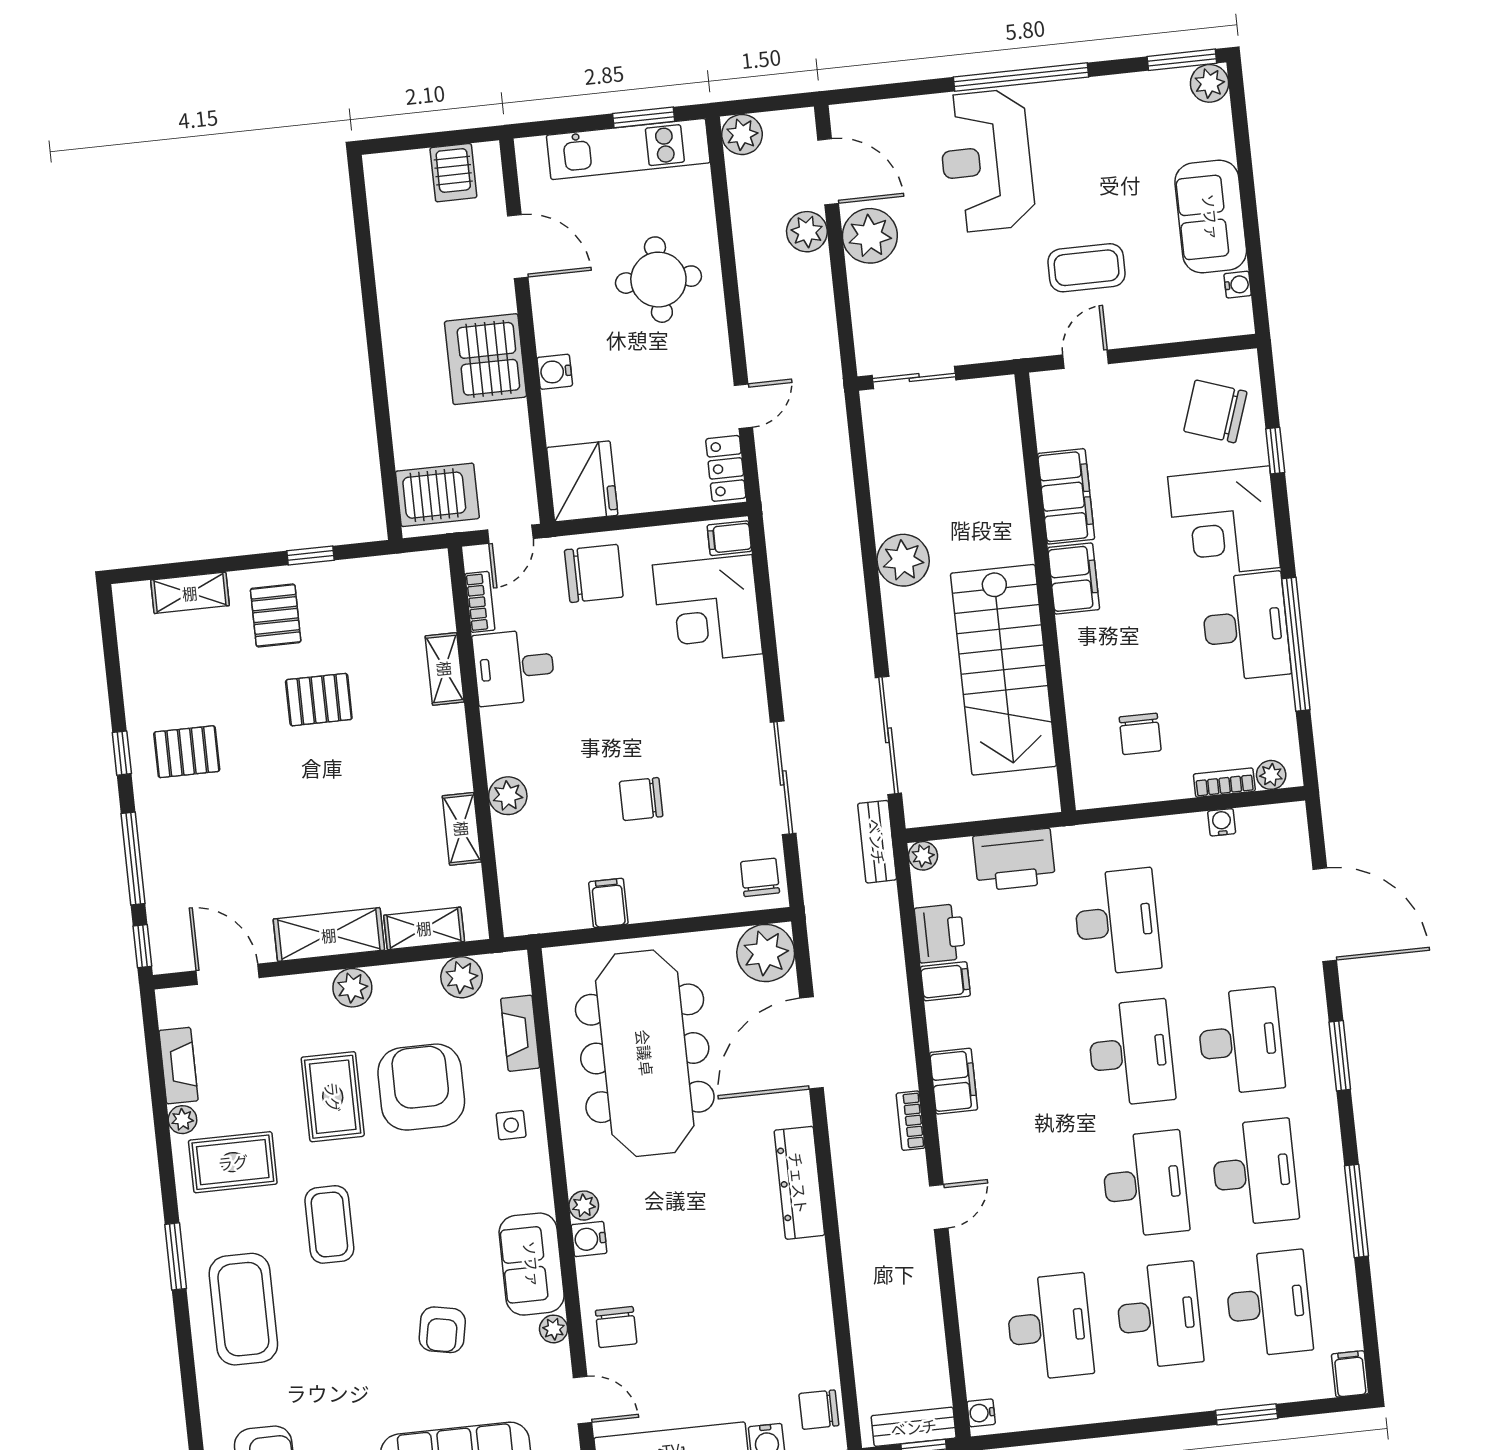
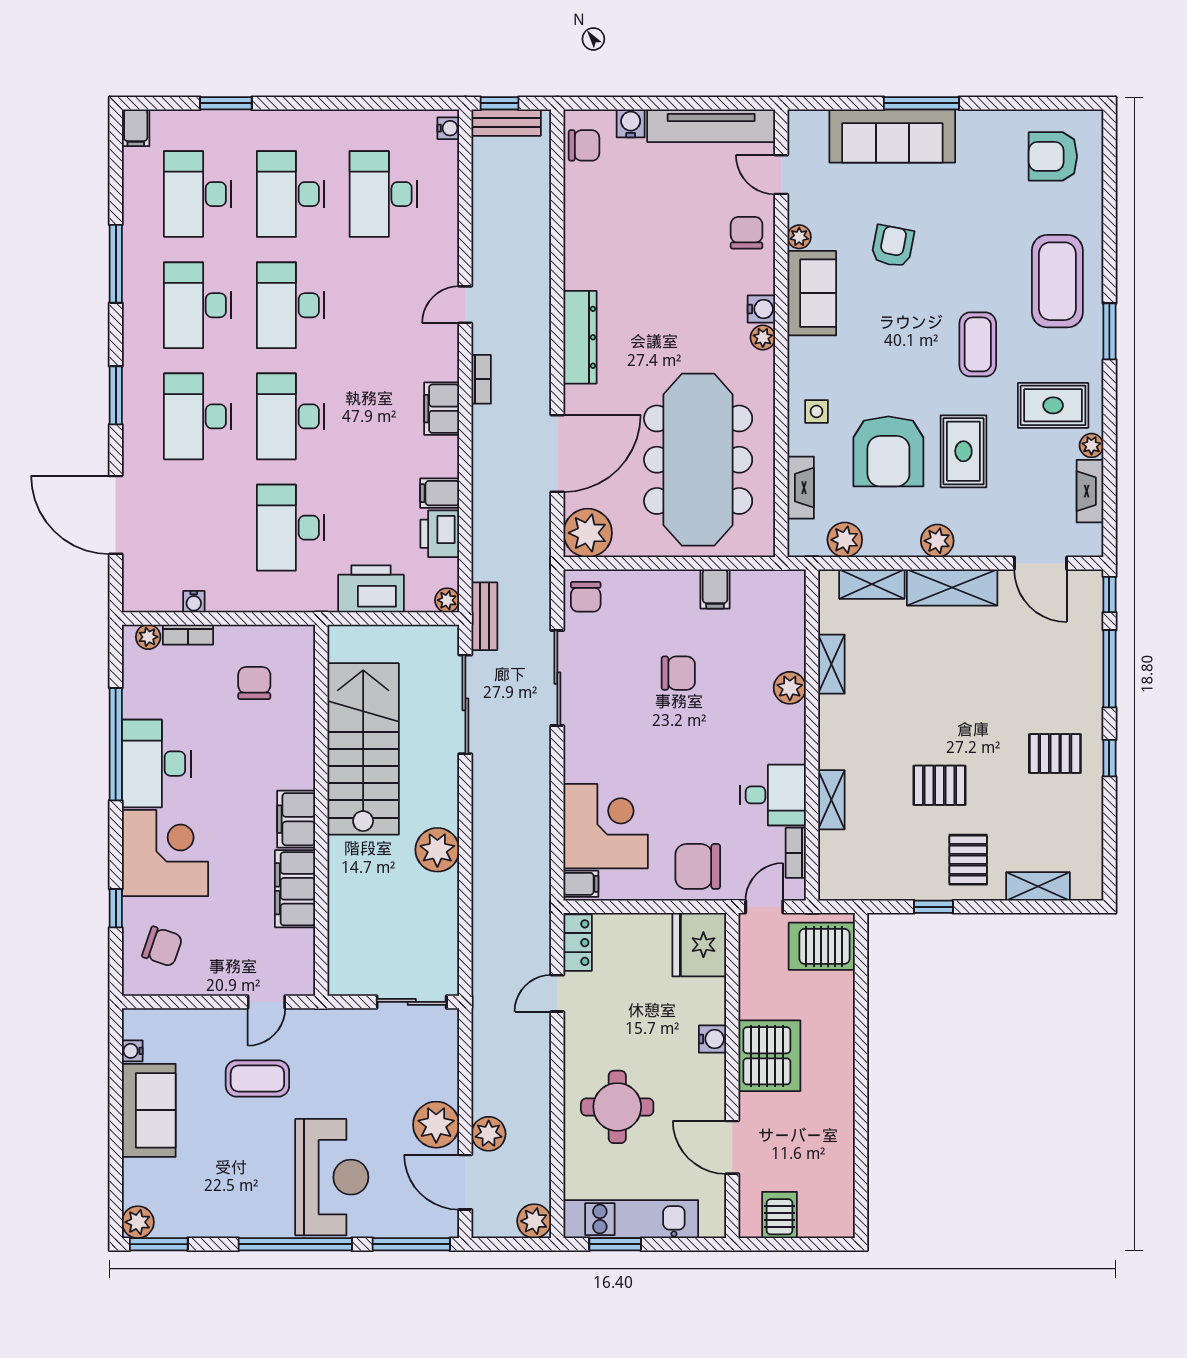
window: (884, 92) -> (411, 1244), added
chair: (1215, 411) -> (162, 947), width x0.73, depth x0.73

